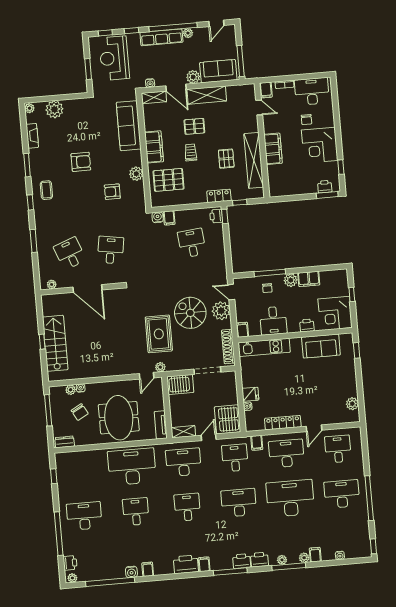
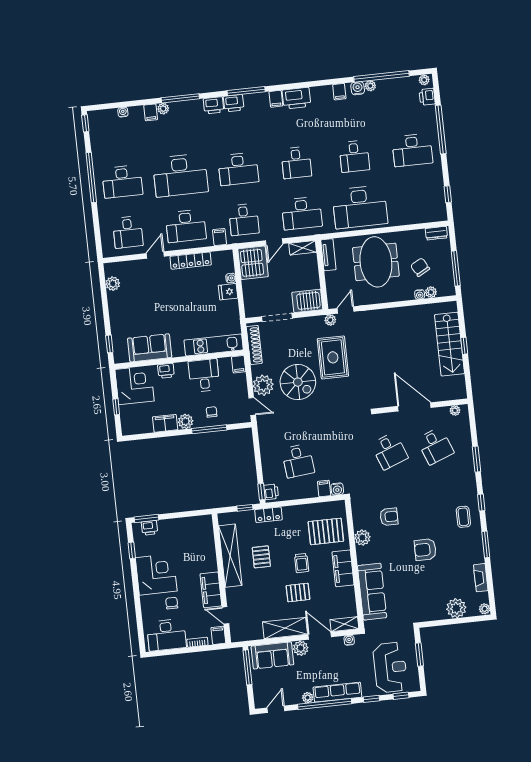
filing cabinet: (273, 149) -> (211, 590), moved
desk: (111, 250) -> (389, 451), turned -30
plant: (282, 560) -> (370, 86), moved

